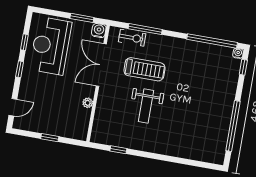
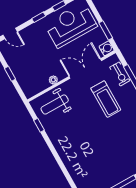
weight bench: (146, 106) -> (55, 104), moved

